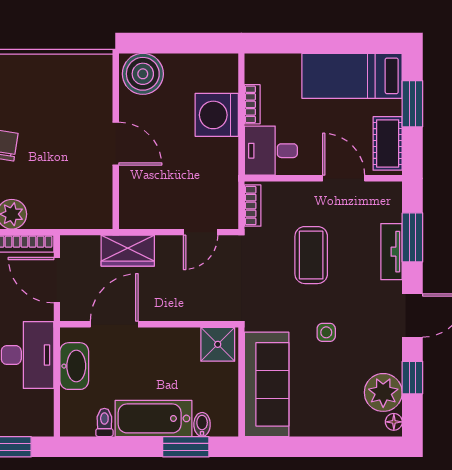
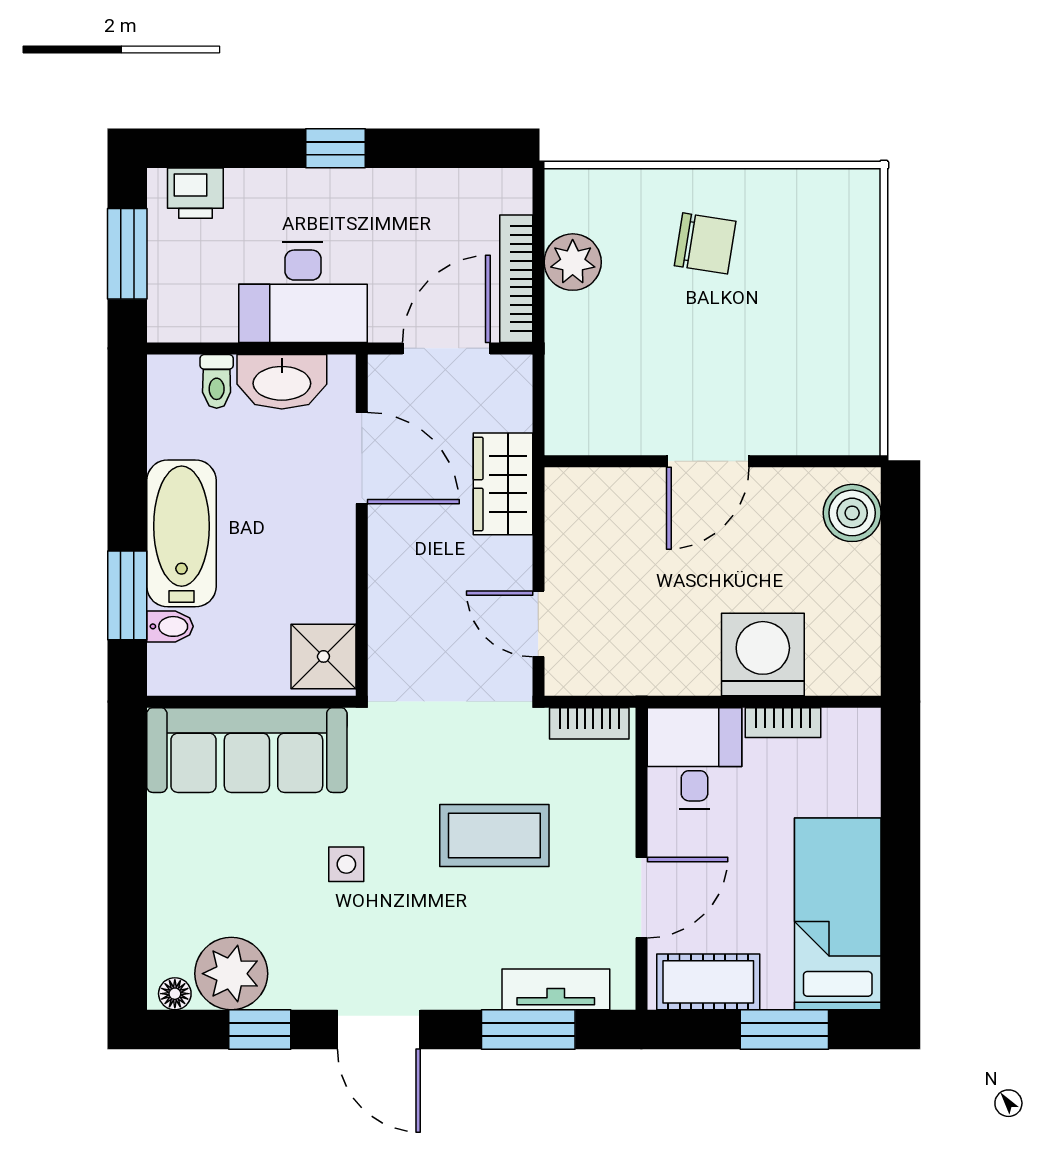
boiler: (143, 74) -> (852, 513), width x0.73, depth x0.73
tv unit: (391, 252) -> (556, 989), moved
toilet: (104, 422) -> (217, 381), moved, turned 90

